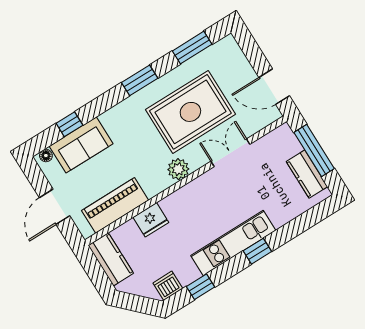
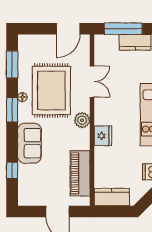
sofa: (81, 145) -> (29, 143), moved
double door: (230, 153) -> (92, 82), swing flipped
floor lamp: (46, 156) -> (22, 97), moved
fridge: (151, 220) -> (103, 136), moved

